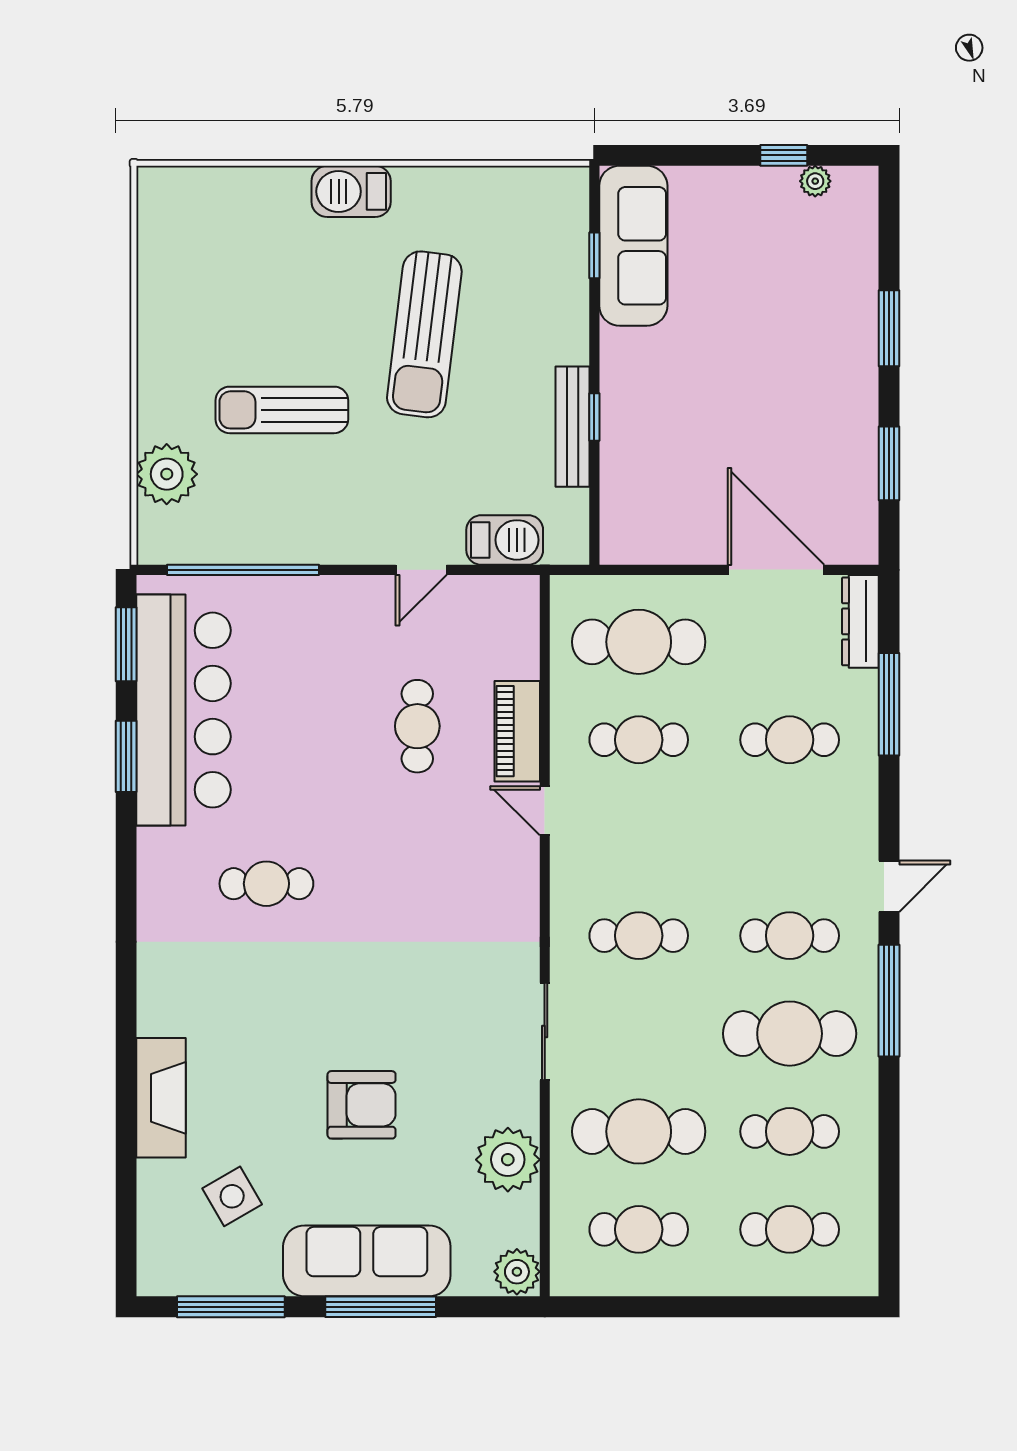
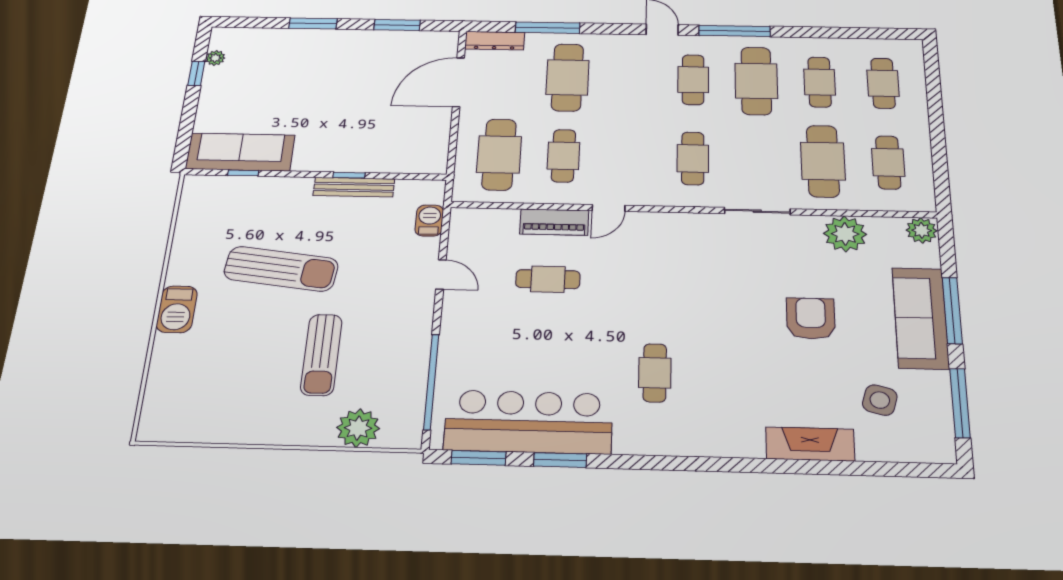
barbecue: (505, 540) -> (429, 221), width x0.73, depth x0.79
cafe table: (790, 740) -> (567, 77), width x1.37, depth x1.35
side table: (232, 1196) -> (880, 400), turned 45

